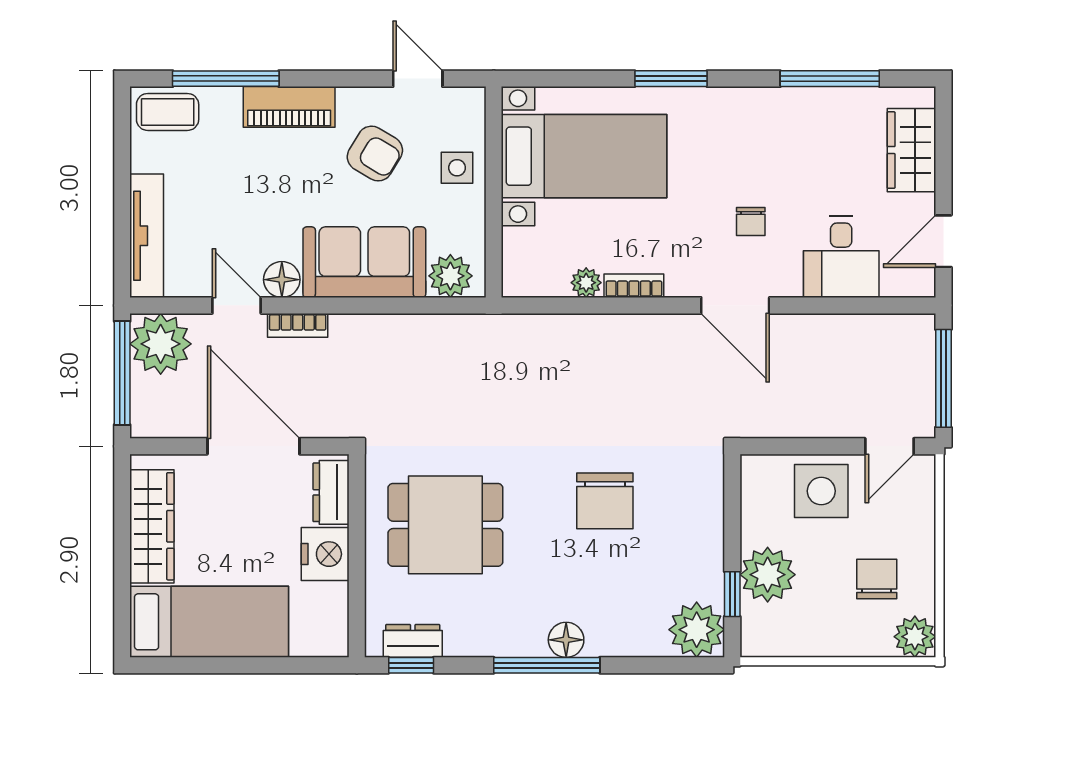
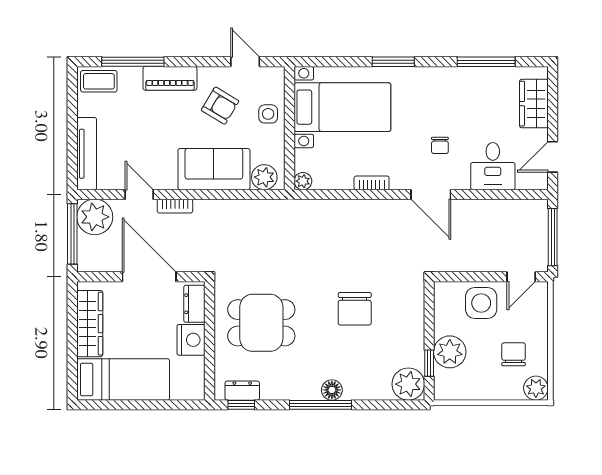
floor lamp: (282, 280) -> (166, 179), removed
plant: (586, 283) -> (303, 181), moved

